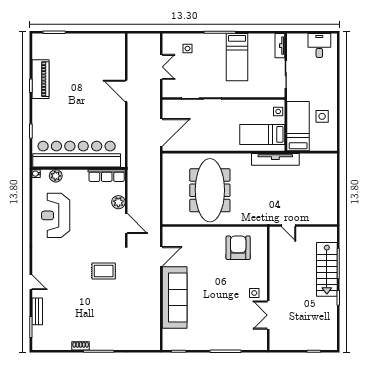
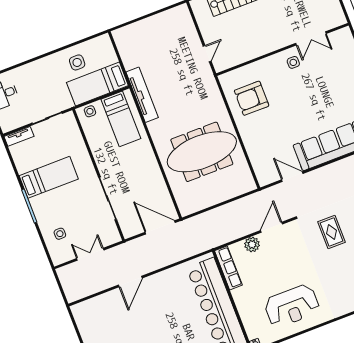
plant: (56, 176) -> (250, 322), removed

